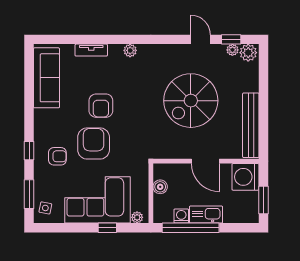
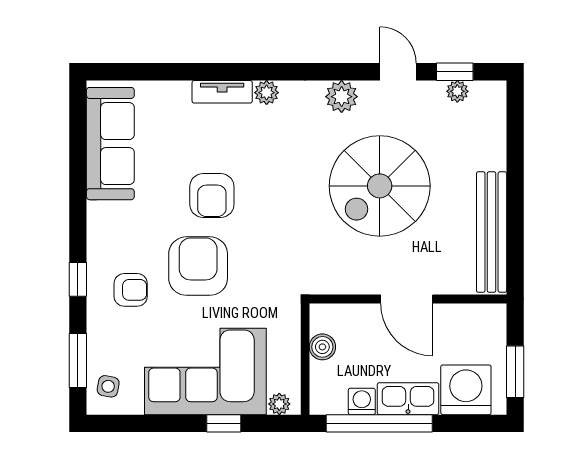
tv unit: (91, 50) -> (222, 92), moved
plant: (248, 53) -> (342, 97), moved
washing machine: (245, 177) -> (466, 390), moved, turned 90

